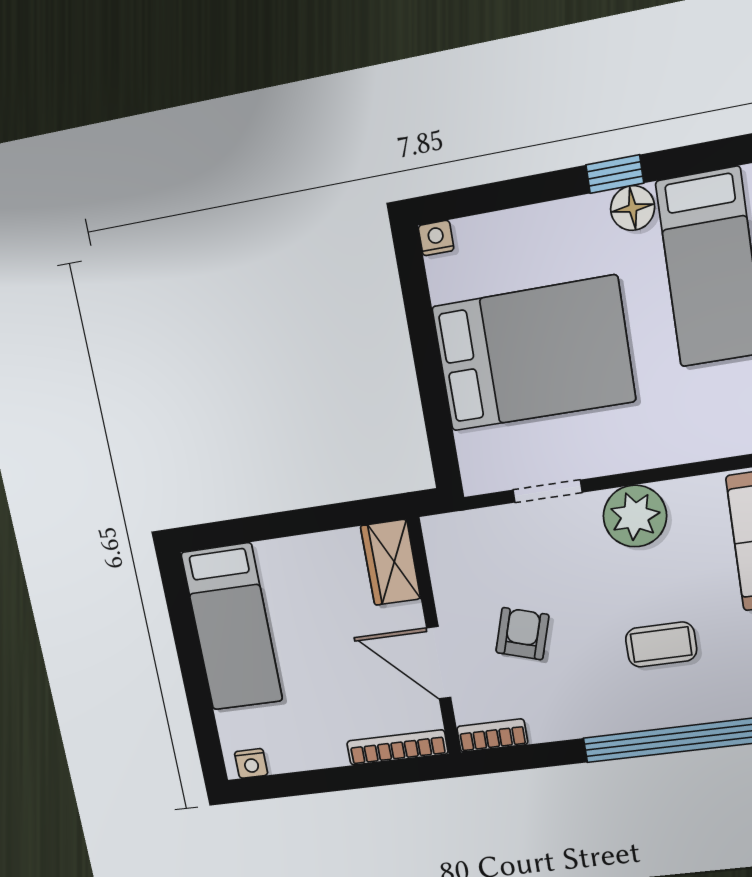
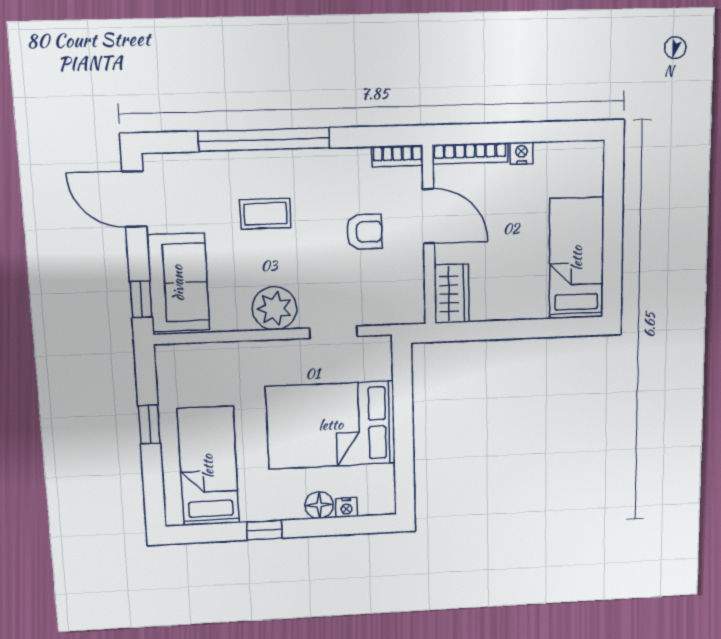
floor lamp: (633, 208) -> (319, 505), moved
nightstand: (436, 238) -> (347, 507), moved
armchair: (522, 634) -> (364, 232), turned -107
nightstand: (251, 763) -> (522, 153), moved

